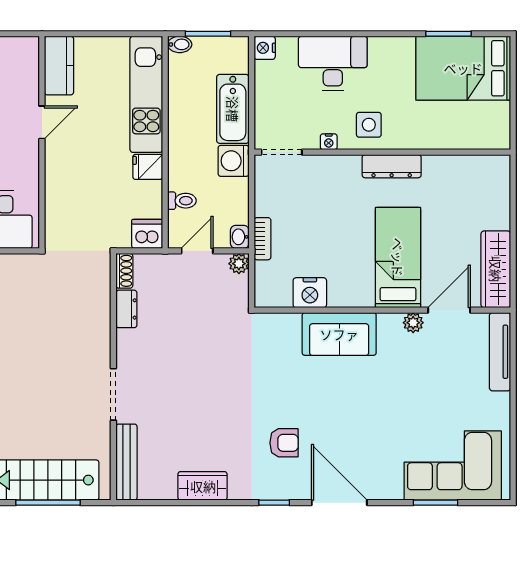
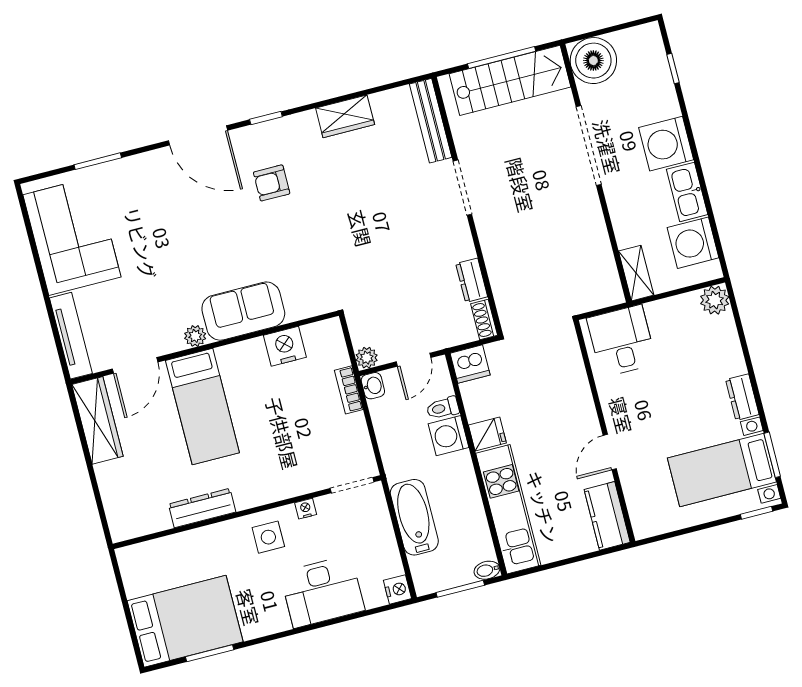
washing machine: (234, 161) -> (449, 436), moved, turned 180
dresser: (392, 166) -> (202, 508), moved
plant: (413, 323) -> (195, 336), moved
corner sofa: (453, 466) -> (72, 236), moved, turned -90

